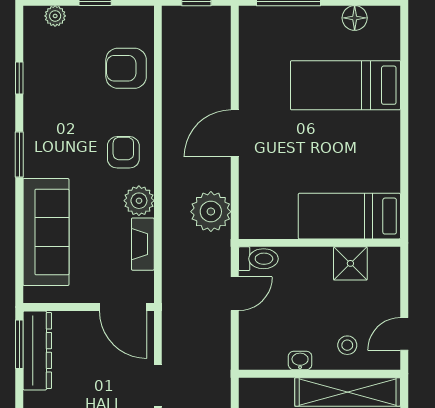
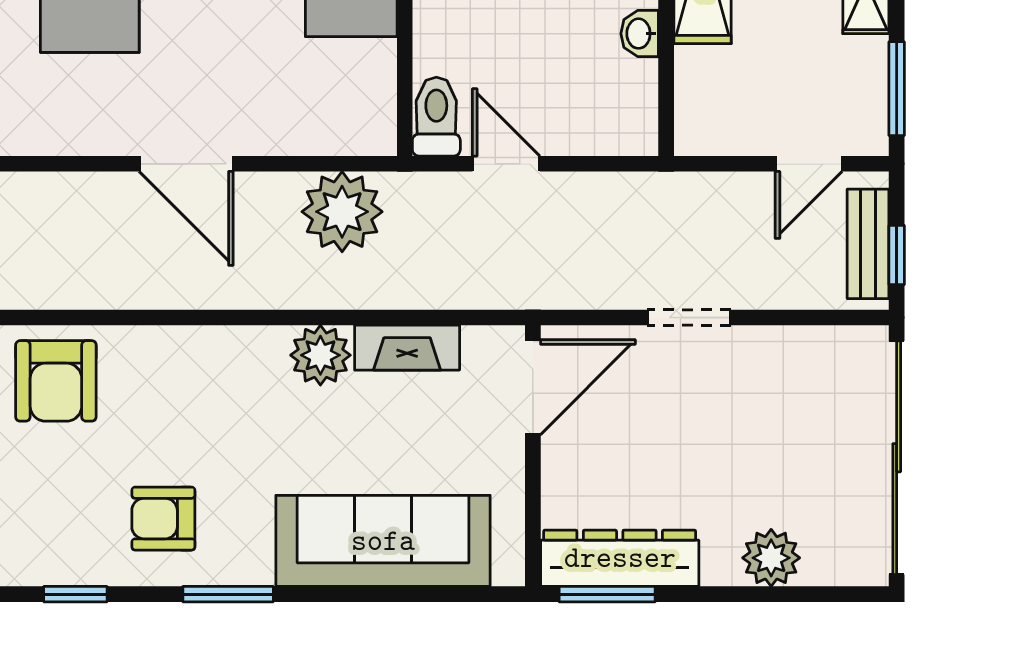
armchair: (123, 152) -> (163, 519), moved

